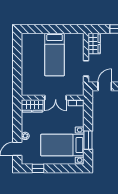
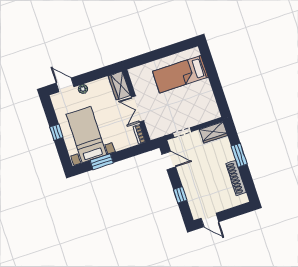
bed: (55, 54) -> (180, 74), moved
window: (38, 168) -> (56, 132), moved

